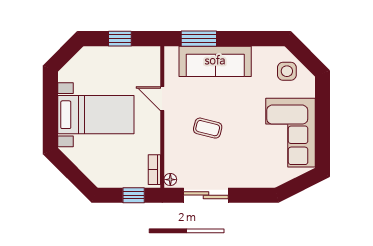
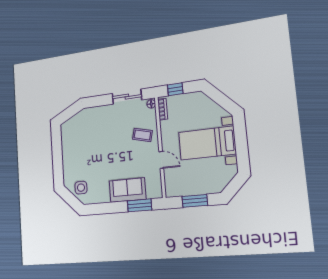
window: (120, 39) -> (195, 201), width x1.50
sofa: (215, 61) -> (127, 190), width x0.73
coffee table: (208, 128) -> (142, 135), moved
corner sofa: (290, 133) -> (76, 146), removed

